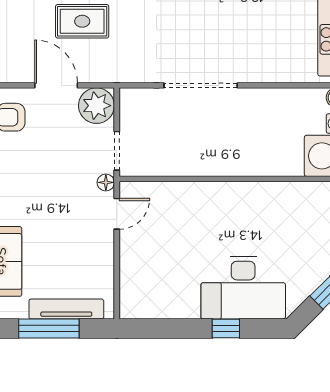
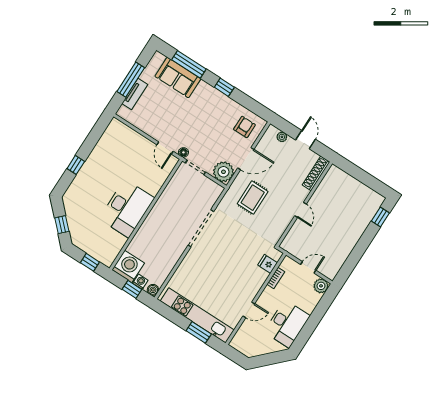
rug: (82, 21) -> (253, 198), moved
desk: (243, 288) -> (127, 208), moved, turned 180
tv unit: (66, 309) -> (135, 94), width x0.71

